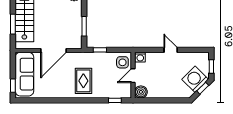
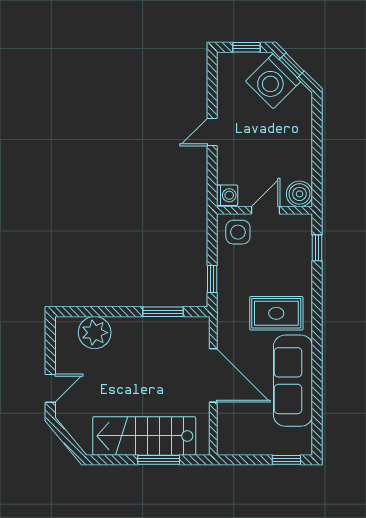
sofa: (24, 74) -> (293, 381), moved, turned -90
door: (133, 76) -> (266, 210), swing flipped

